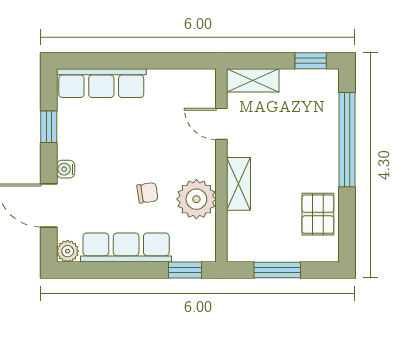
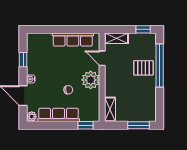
row of seats: (101, 83) -> (73, 40), moved
shelving: (239, 184) -> (110, 109), moved
plant: (196, 199) -> (91, 80), moved
pallet: (318, 214) -> (143, 68), moved, turned 90
window: (277, 270) -> (138, 125), moved

